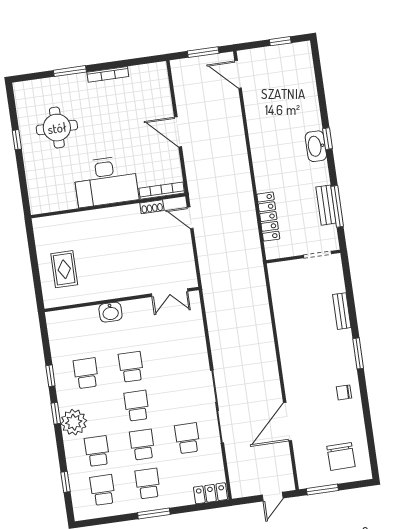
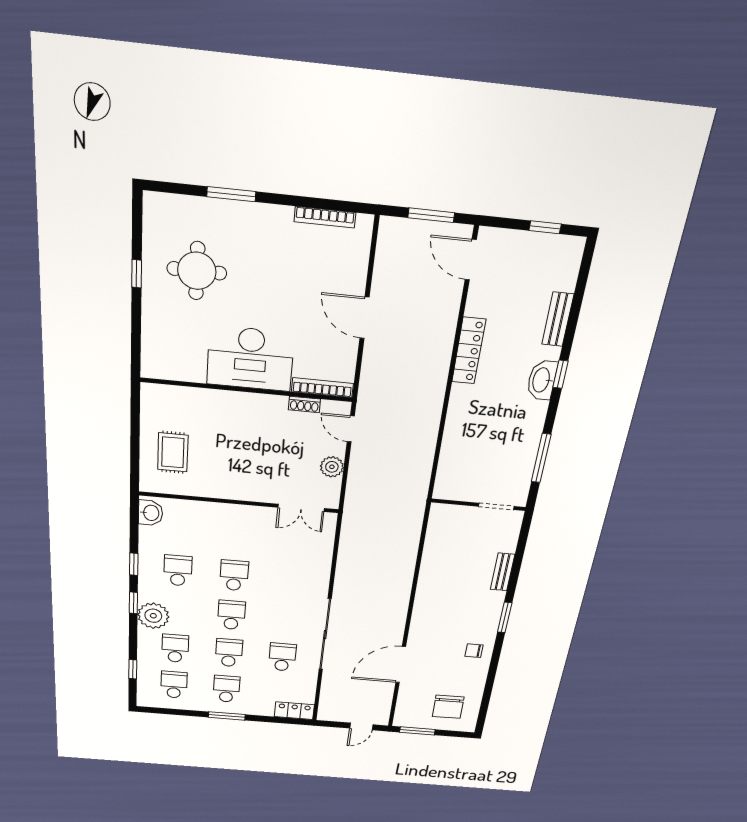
bookcase: (108, 74) -> (325, 217), moved
bench: (326, 205) -> (558, 319), moved
locker: (268, 217) -> (469, 351), moved
plant: (184, 252) -> (332, 467), added
washbasin: (110, 312) -> (151, 513), moved, turned -90

